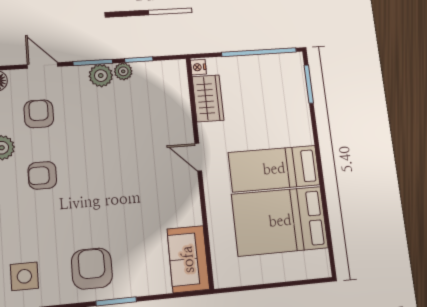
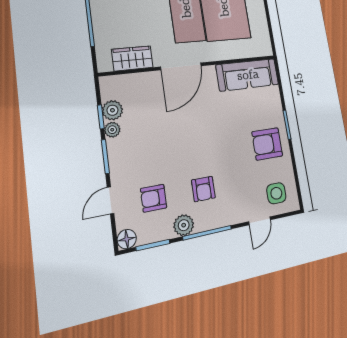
nightstand: (198, 67) -> (105, 66), removed
plant: (101, 76) -> (112, 110), moved
door: (198, 157) -> (181, 66), width x1.87
sofa: (188, 259) -> (248, 75), width x1.36

